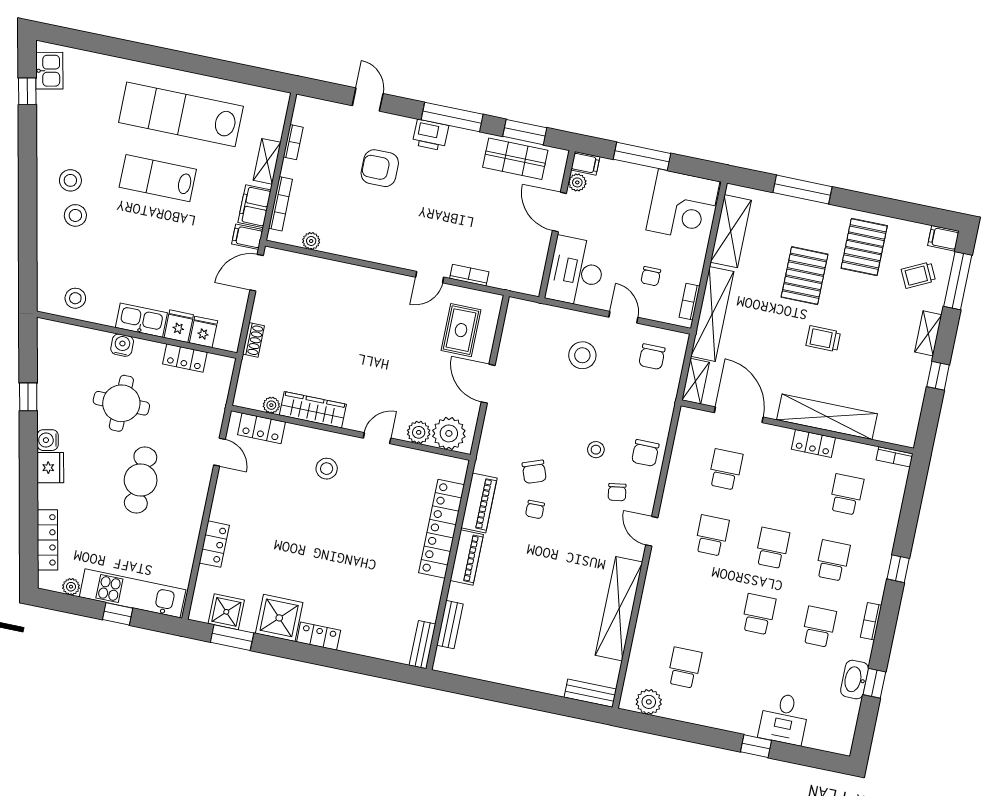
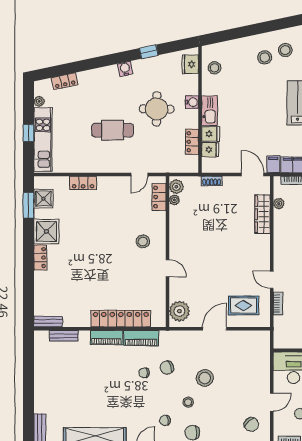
stool: (582, 355) -> (205, 378), moved
chair: (652, 357) -> (251, 424), turned -133
wardrobe: (313, 410) -> (263, 214), moved, turned 180
plant: (419, 432) -> (176, 187), moved
fridge: (50, 468) -> (190, 64), moved, turned 102
locker: (47, 540) -> (65, 81), width x0.66

